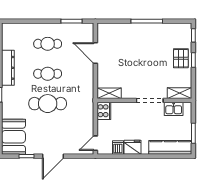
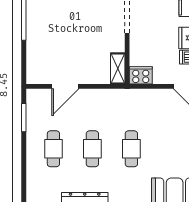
cafe table: (48, 104) -> (131, 149), width x0.73, depth x0.74

